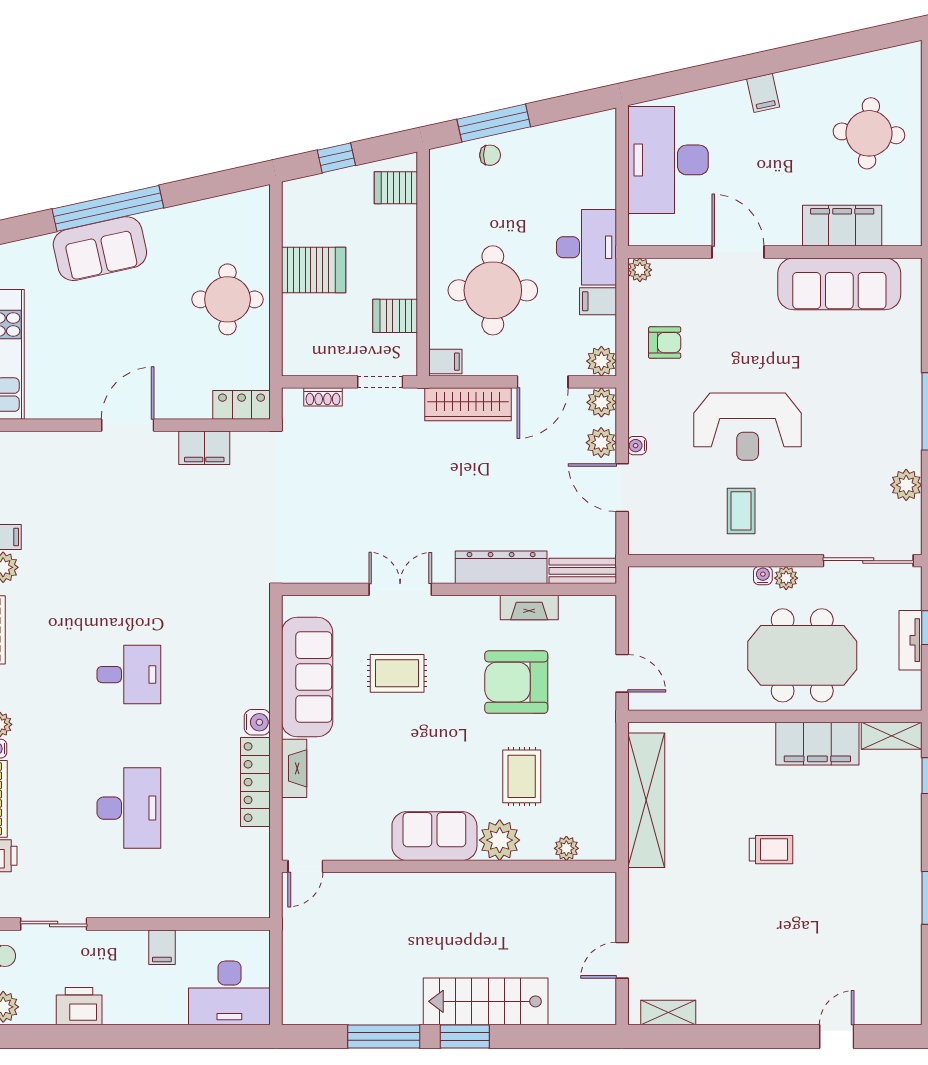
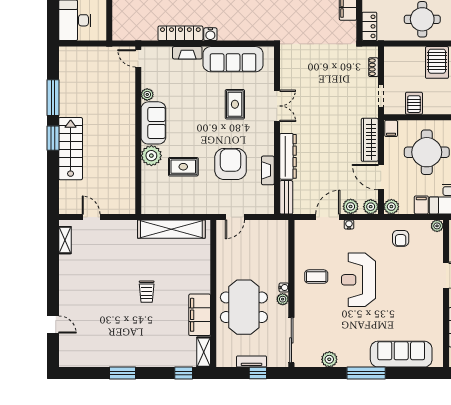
sofa: (839, 284) -> (401, 354), moved, turned 90
plant: (566, 848) -> (147, 94), moved

